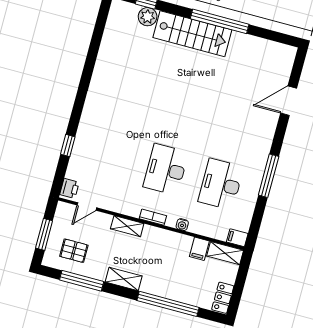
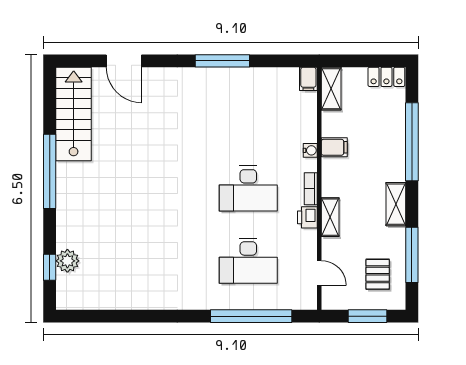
stairs: (192, 34) -> (74, 114), moved
window: (68, 146) -> (251, 316), width x3.17
desk: (221, 184) -> (248, 261), moved
printer: (69, 188) -> (307, 217), moved, turned -90
filing cabinet: (199, 249) -> (334, 147), moved

